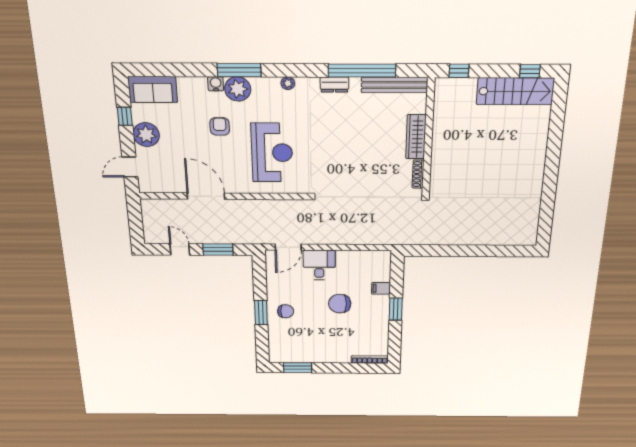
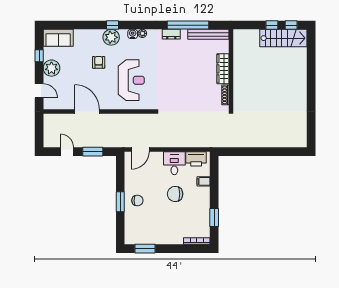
window: (239, 70) -> (113, 25), width x0.46
window: (459, 71) -> (272, 25), moved
water cooler: (216, 84) -> (133, 34), moved
door: (130, 167) -> (39, 91), swing flipped
printer: (371, 260) -> (196, 159), added
desk: (319, 265) -> (174, 163), moved
window: (396, 309) -> (214, 217), moved

